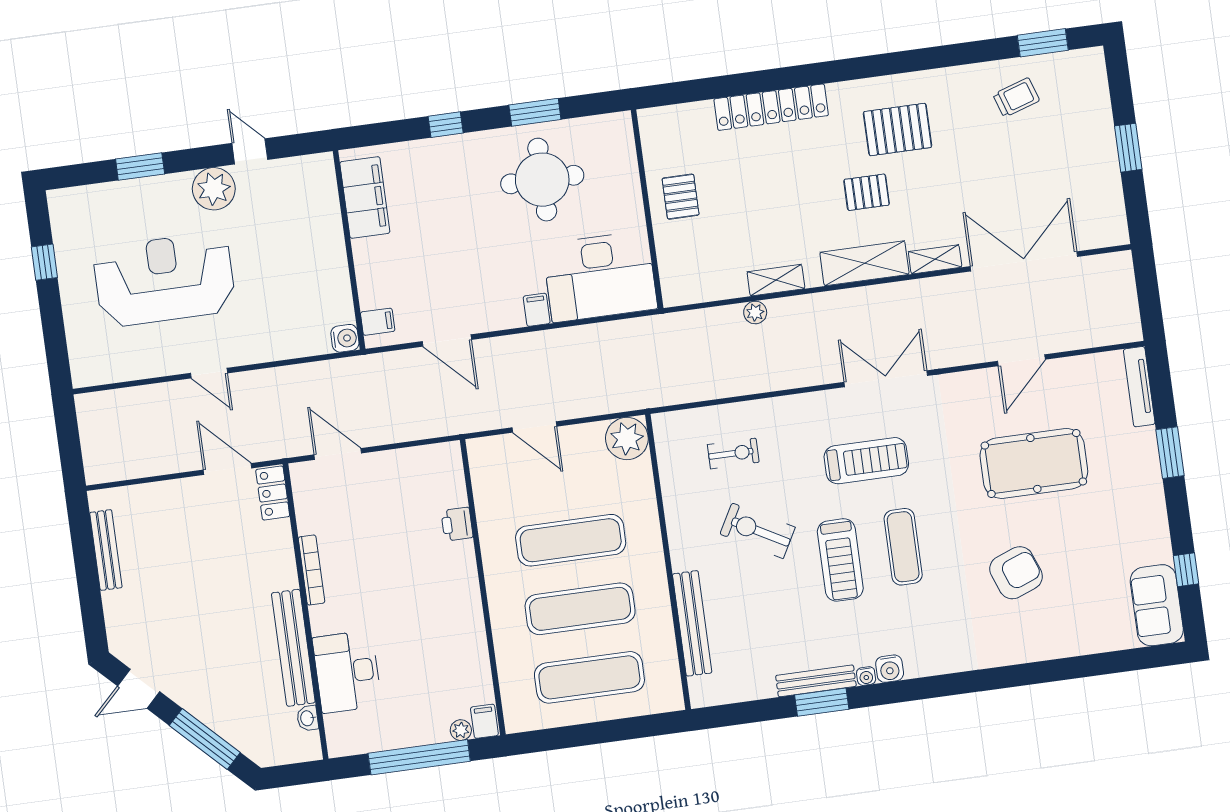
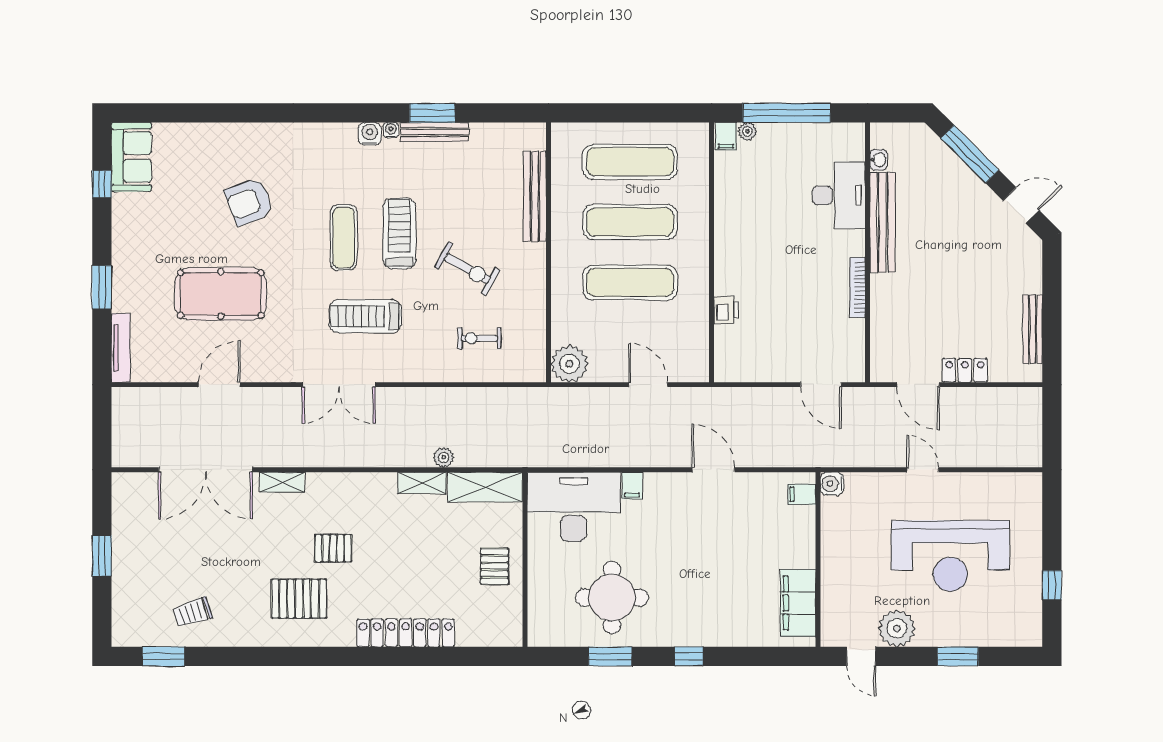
filing cabinet: (365, 197) -> (798, 603), moved
wall: (349, 250) -> (818, 560), moved
shelving: (864, 263) -> (485, 487), moved
filing cabinet: (378, 322) -> (802, 494), moved
water cooler: (345, 338) -> (832, 484), moved
locker: (273, 493) -> (965, 370), moved, turned -90

